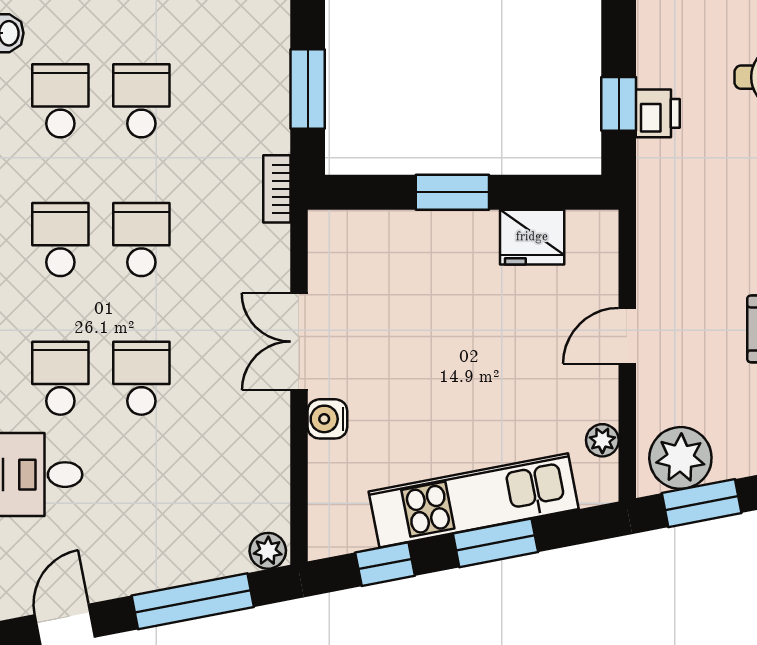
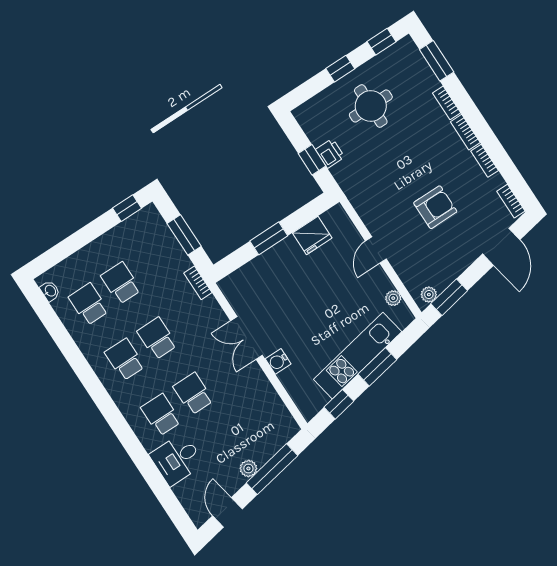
plant: (680, 458) -> (429, 295), width x0.53, depth x0.53
plant: (268, 551) -> (248, 469), moved

